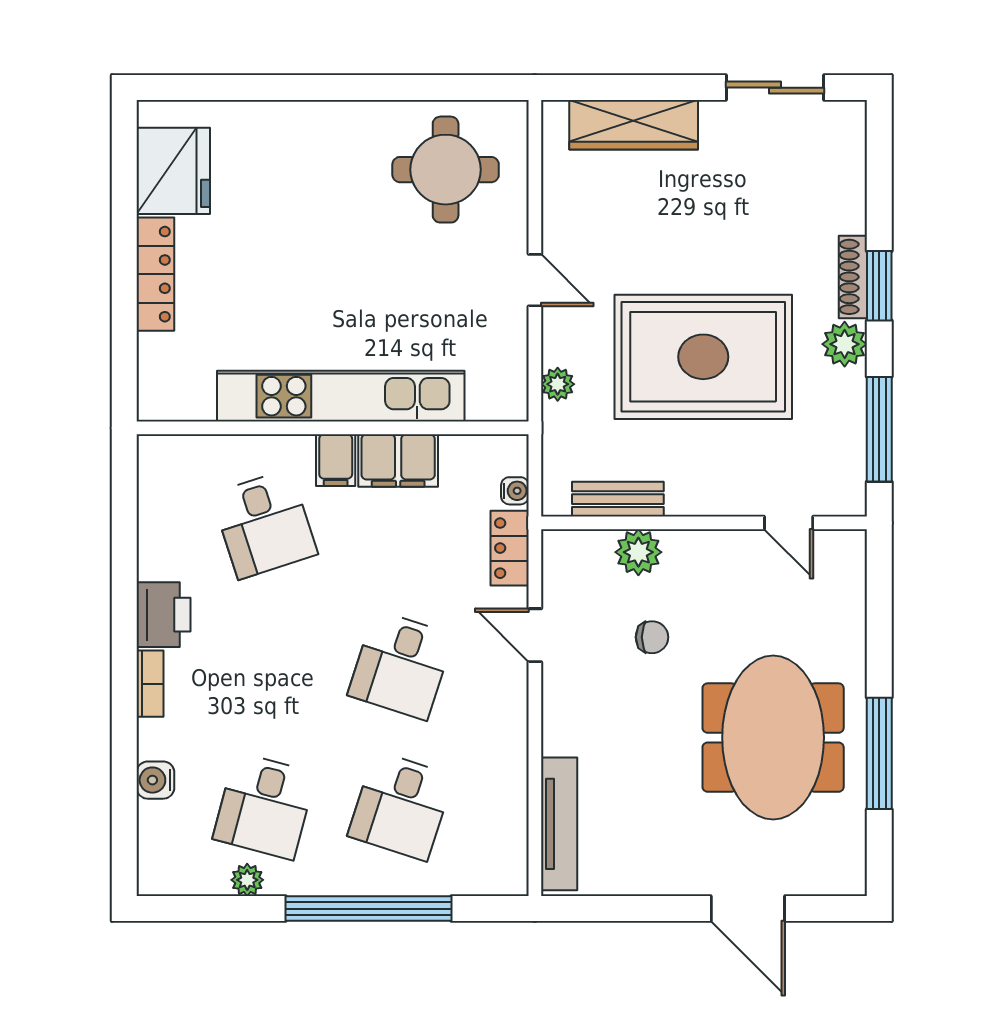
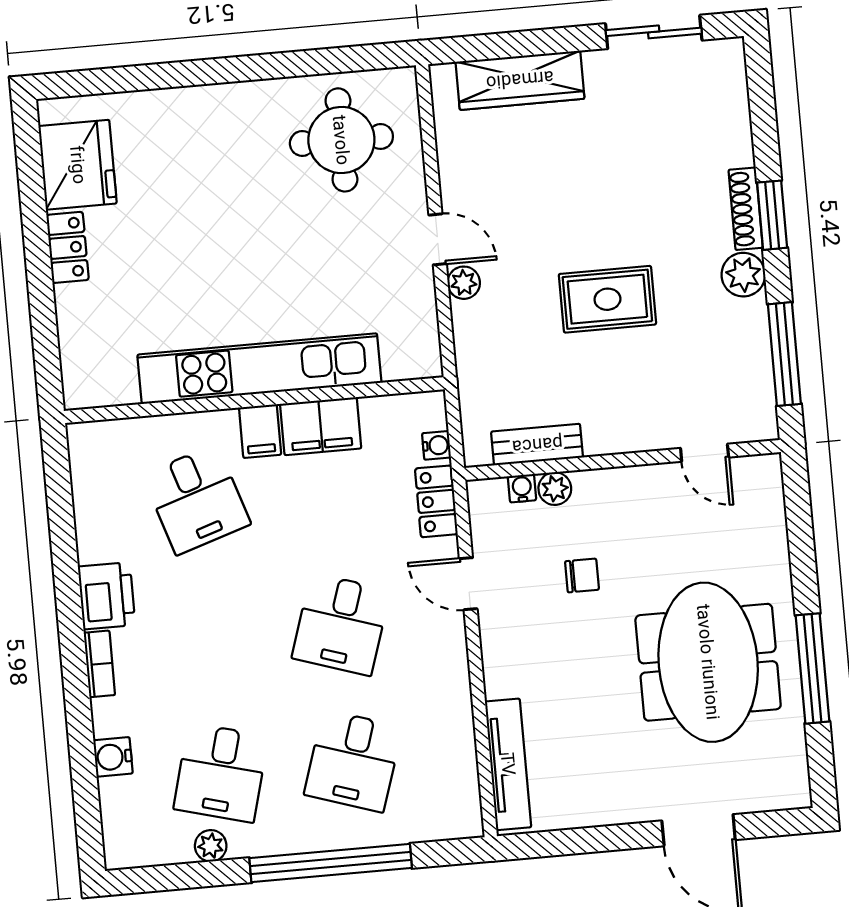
locker: (155, 274) -> (68, 247), width x0.66
rug: (703, 357) -> (607, 299), width x0.54, depth x0.49
plant: (558, 384) -> (464, 283), moved
water cooler: (598, 542) -> (522, 488), added
plant: (638, 552) -> (555, 489), width x0.73, depth x0.73

